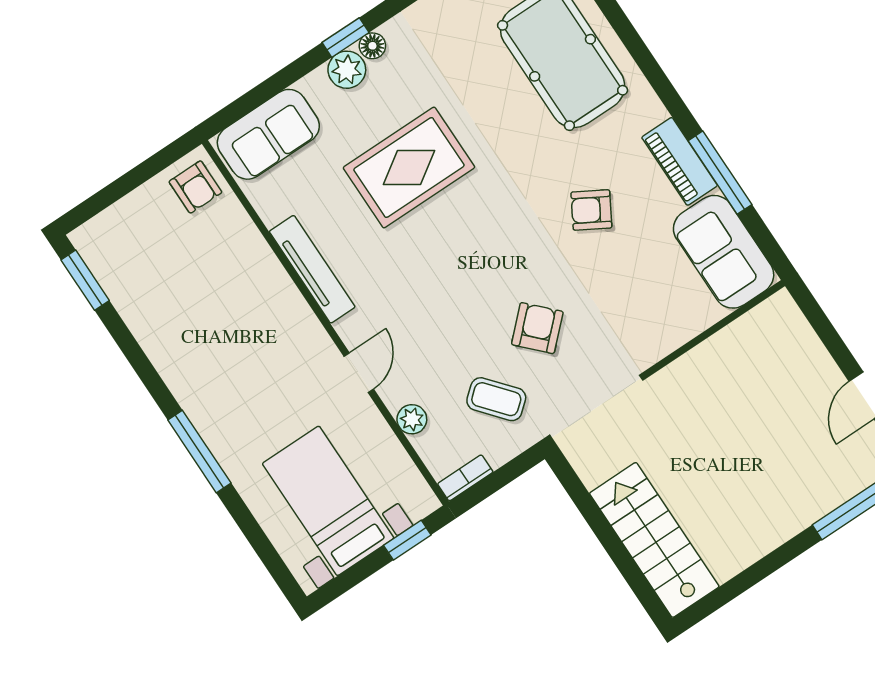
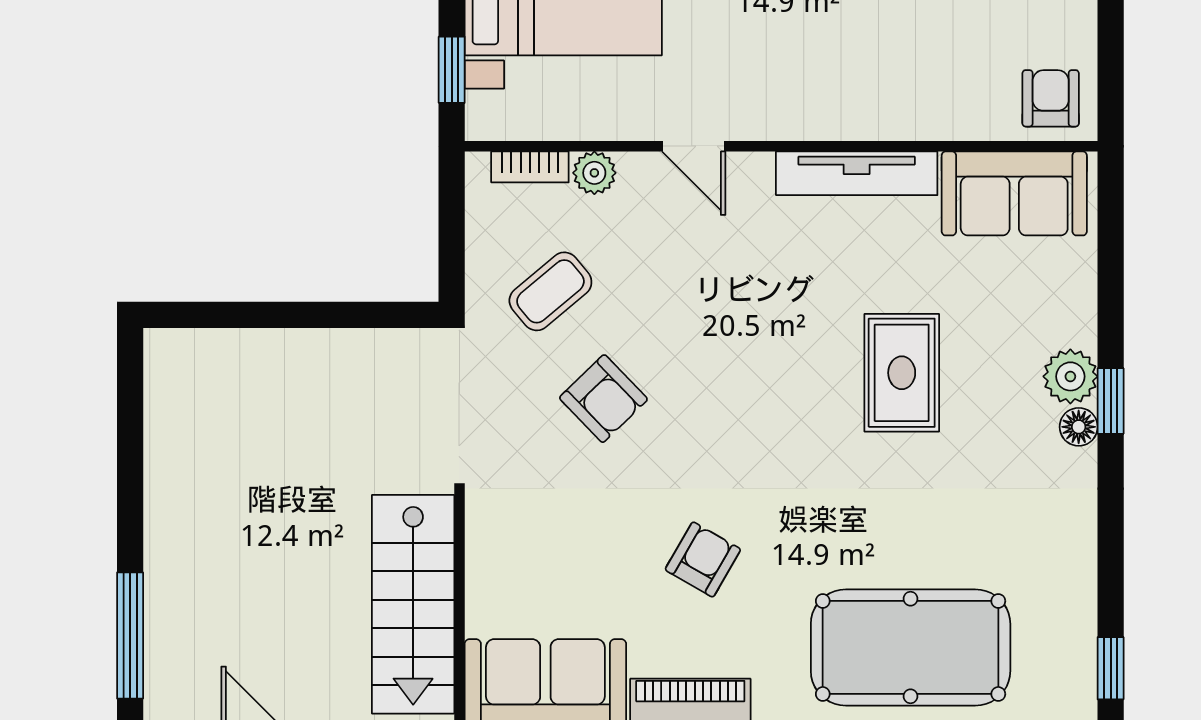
sofa: (268, 134) -> (1014, 193), moved, turned -90
rug: (409, 167) -> (902, 373), width x0.73, depth x0.70
armchair: (195, 187) -> (1051, 98), turned 90
bookcase: (465, 478) -> (530, 167), moved, turned 90
stairs: (654, 540) -> (413, 604), moved, turned 90

